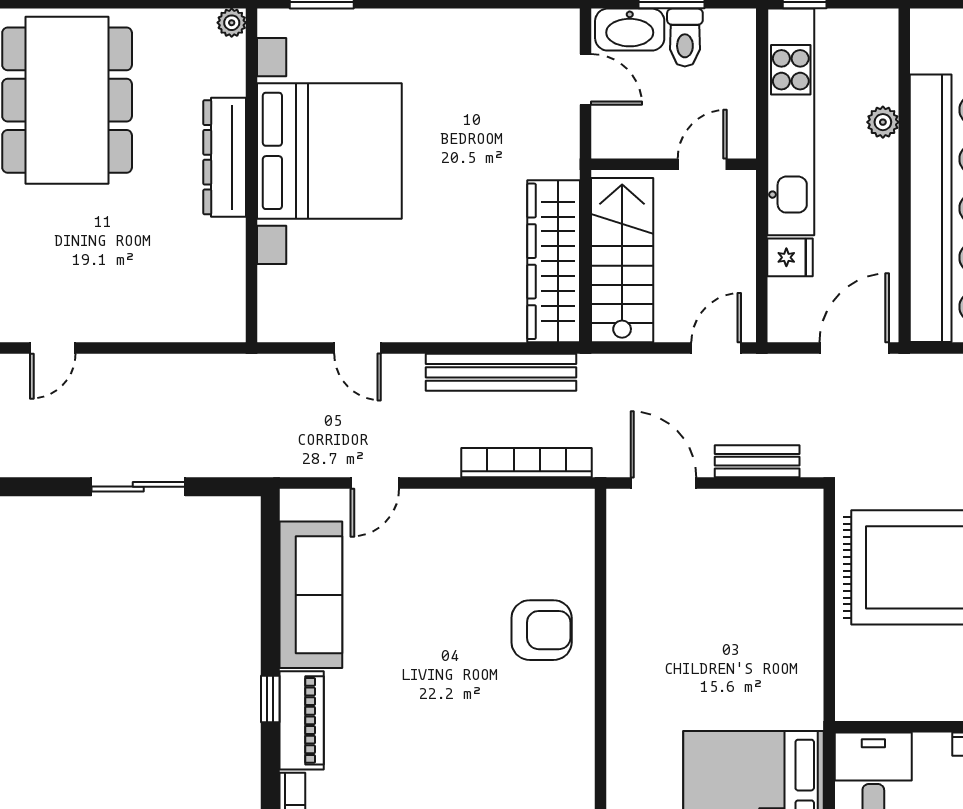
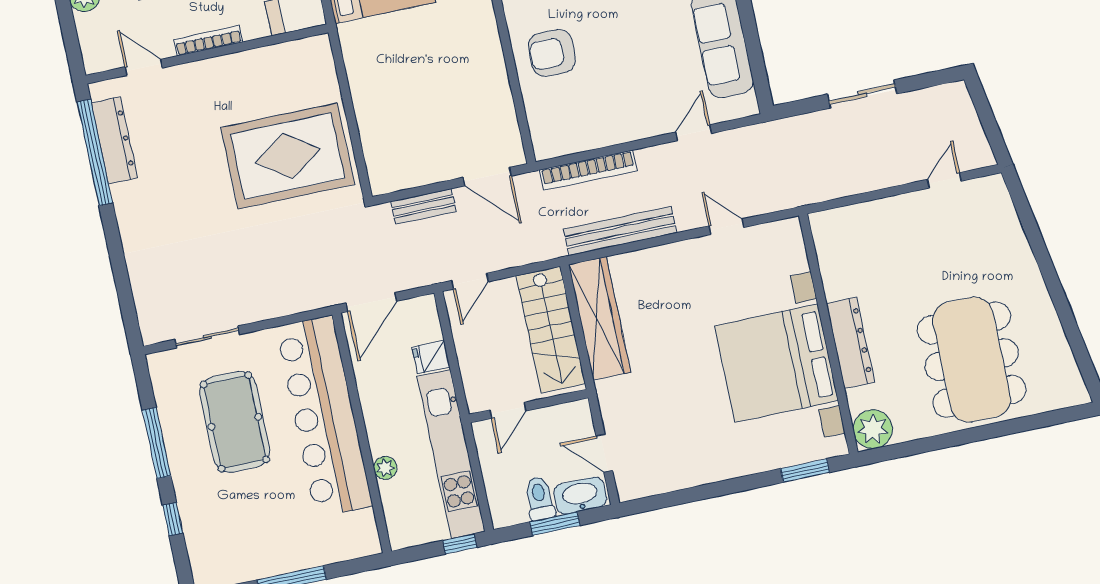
plant: (232, 23) -> (873, 429), width x1.88, depth x1.88

